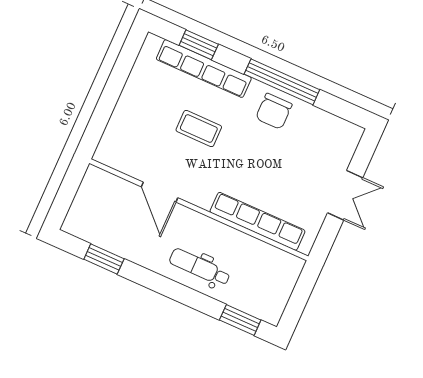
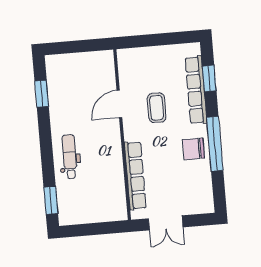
door: (160, 192) -> (119, 104), moved
wall: (199, 210) -> (122, 135), moved
row of seats: (257, 221) -> (135, 176), moved

